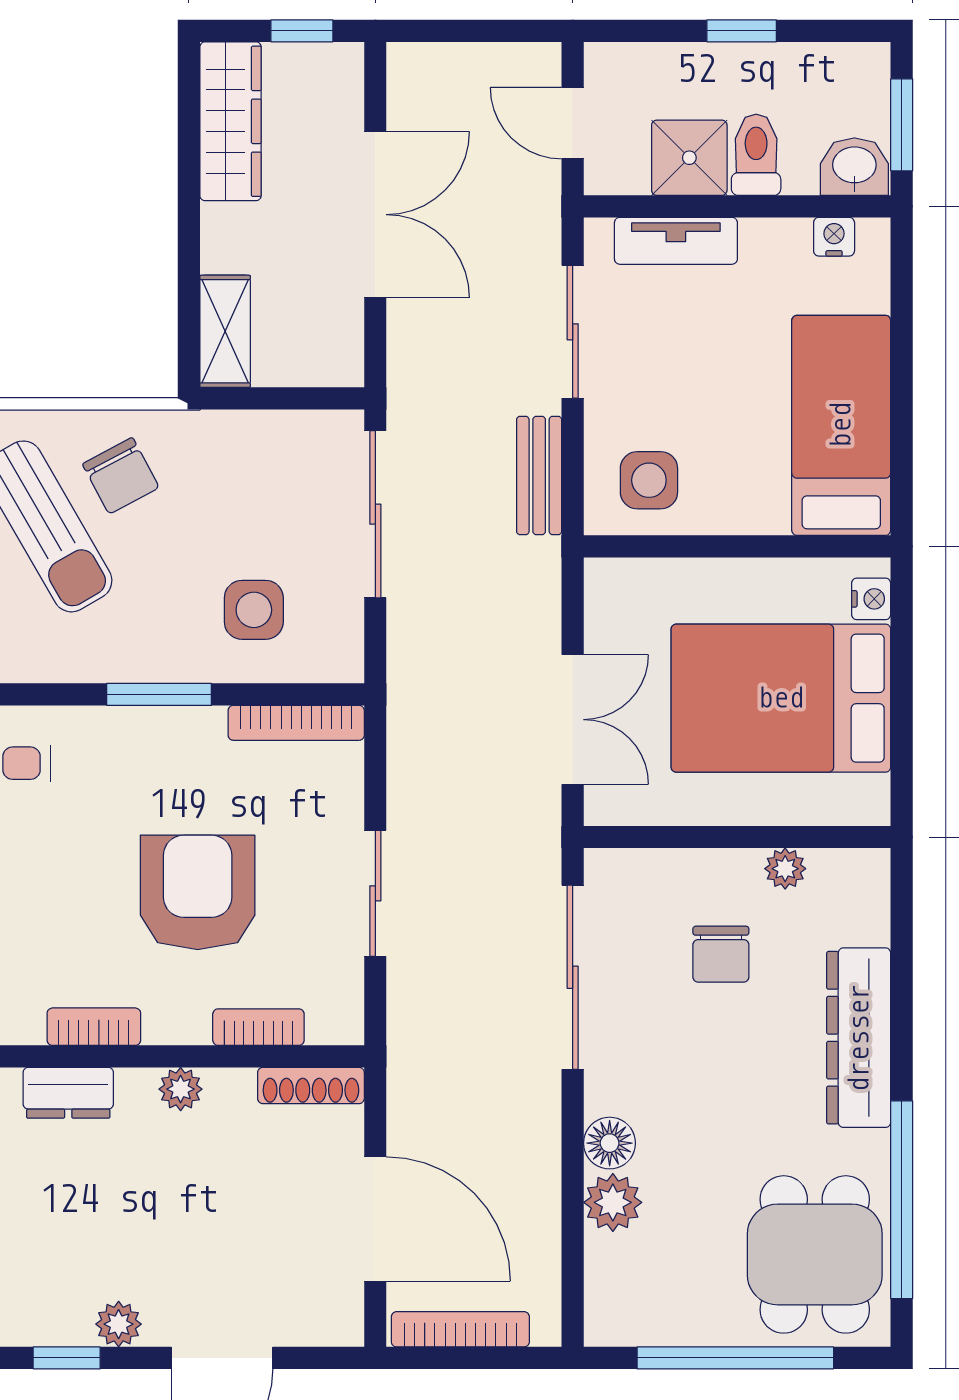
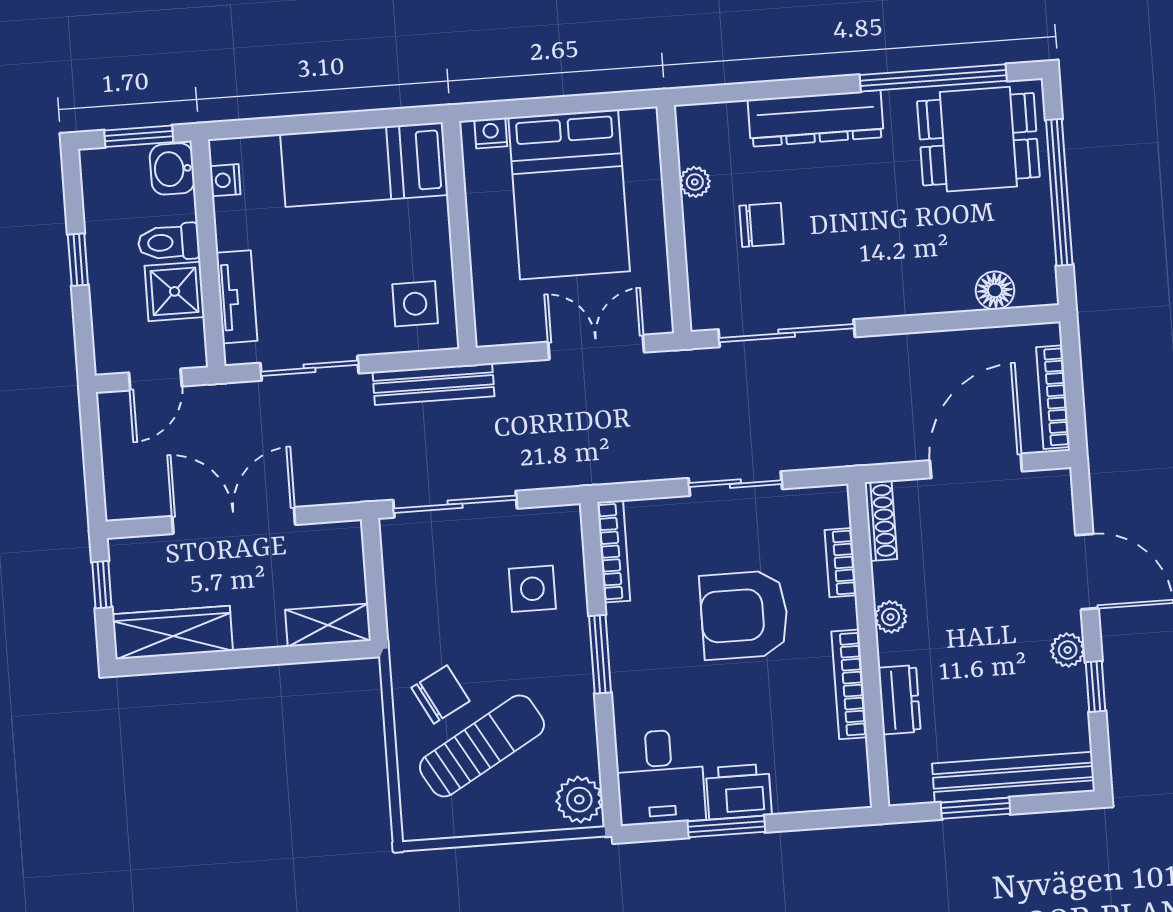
bench: (539, 476) -> (434, 384), width x1.36
bookcase: (94, 1027) -> (849, 684), width x1.56
floor lamp: (610, 1143) -> (995, 290), moved
plant: (613, 1202) -> (951, 291), removed

